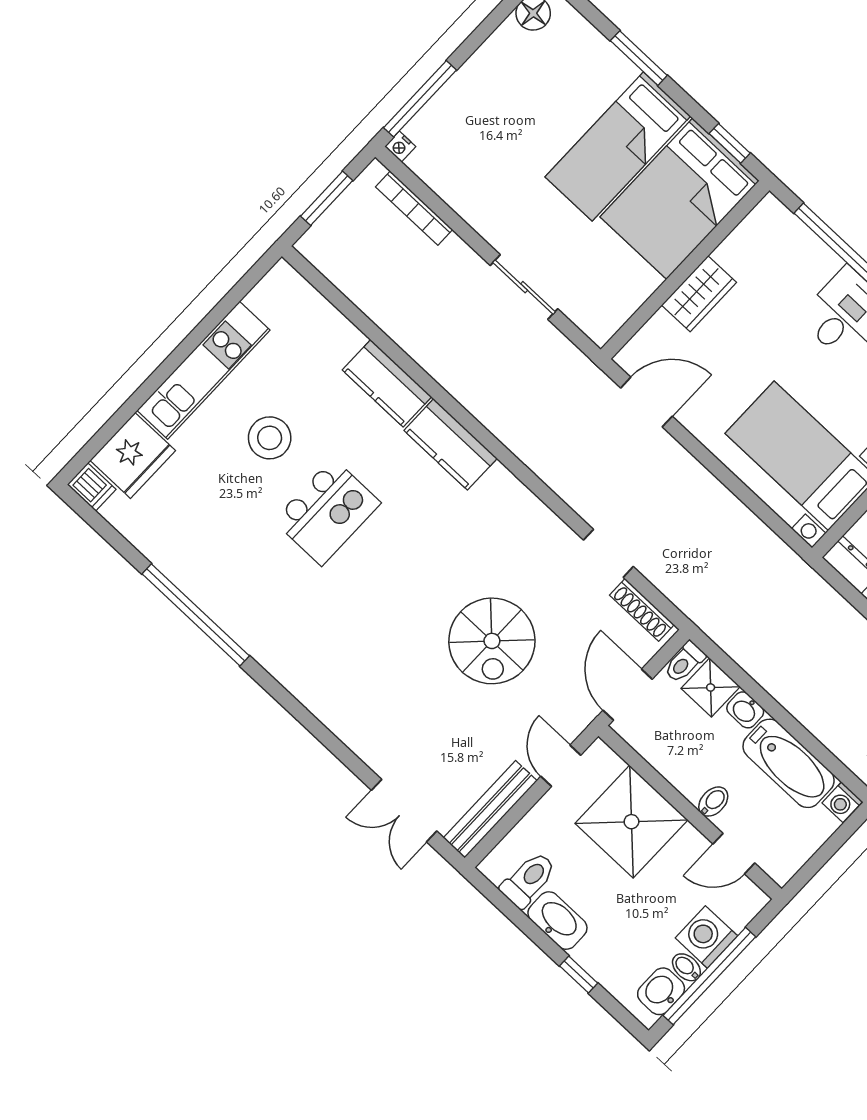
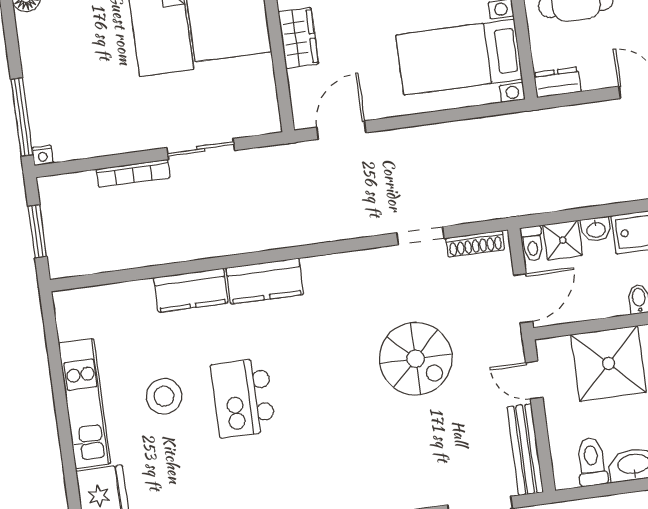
bookcase: (414, 208) -> (133, 173), moved
kitchen island: (327, 512) -> (243, 398), turned 180
door: (628, 695) -> (523, 298), swing flipped

